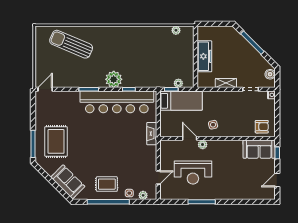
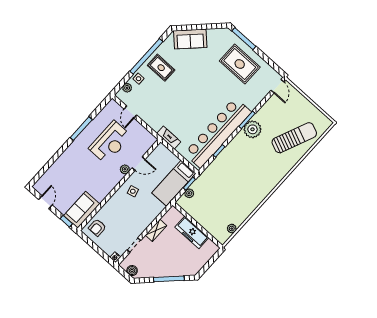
plant: (114, 79) -> (252, 129), moved
rug: (56, 141) -> (240, 64), moved
reception desk: (193, 172) -> (110, 142), turned 180
rug: (107, 184) -> (161, 68), turned 90

